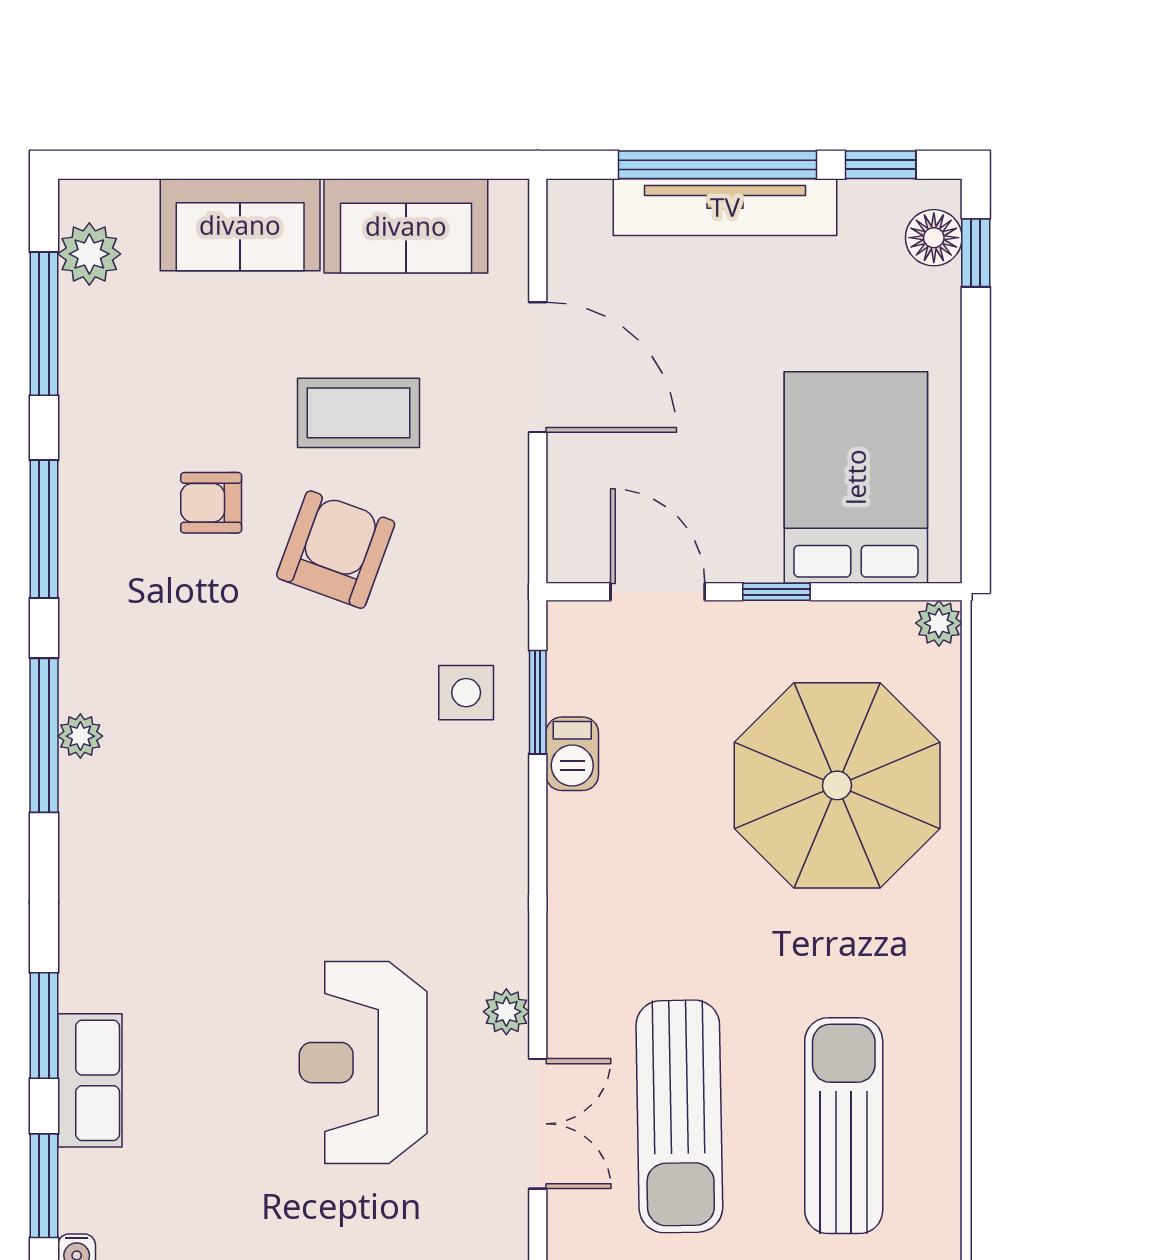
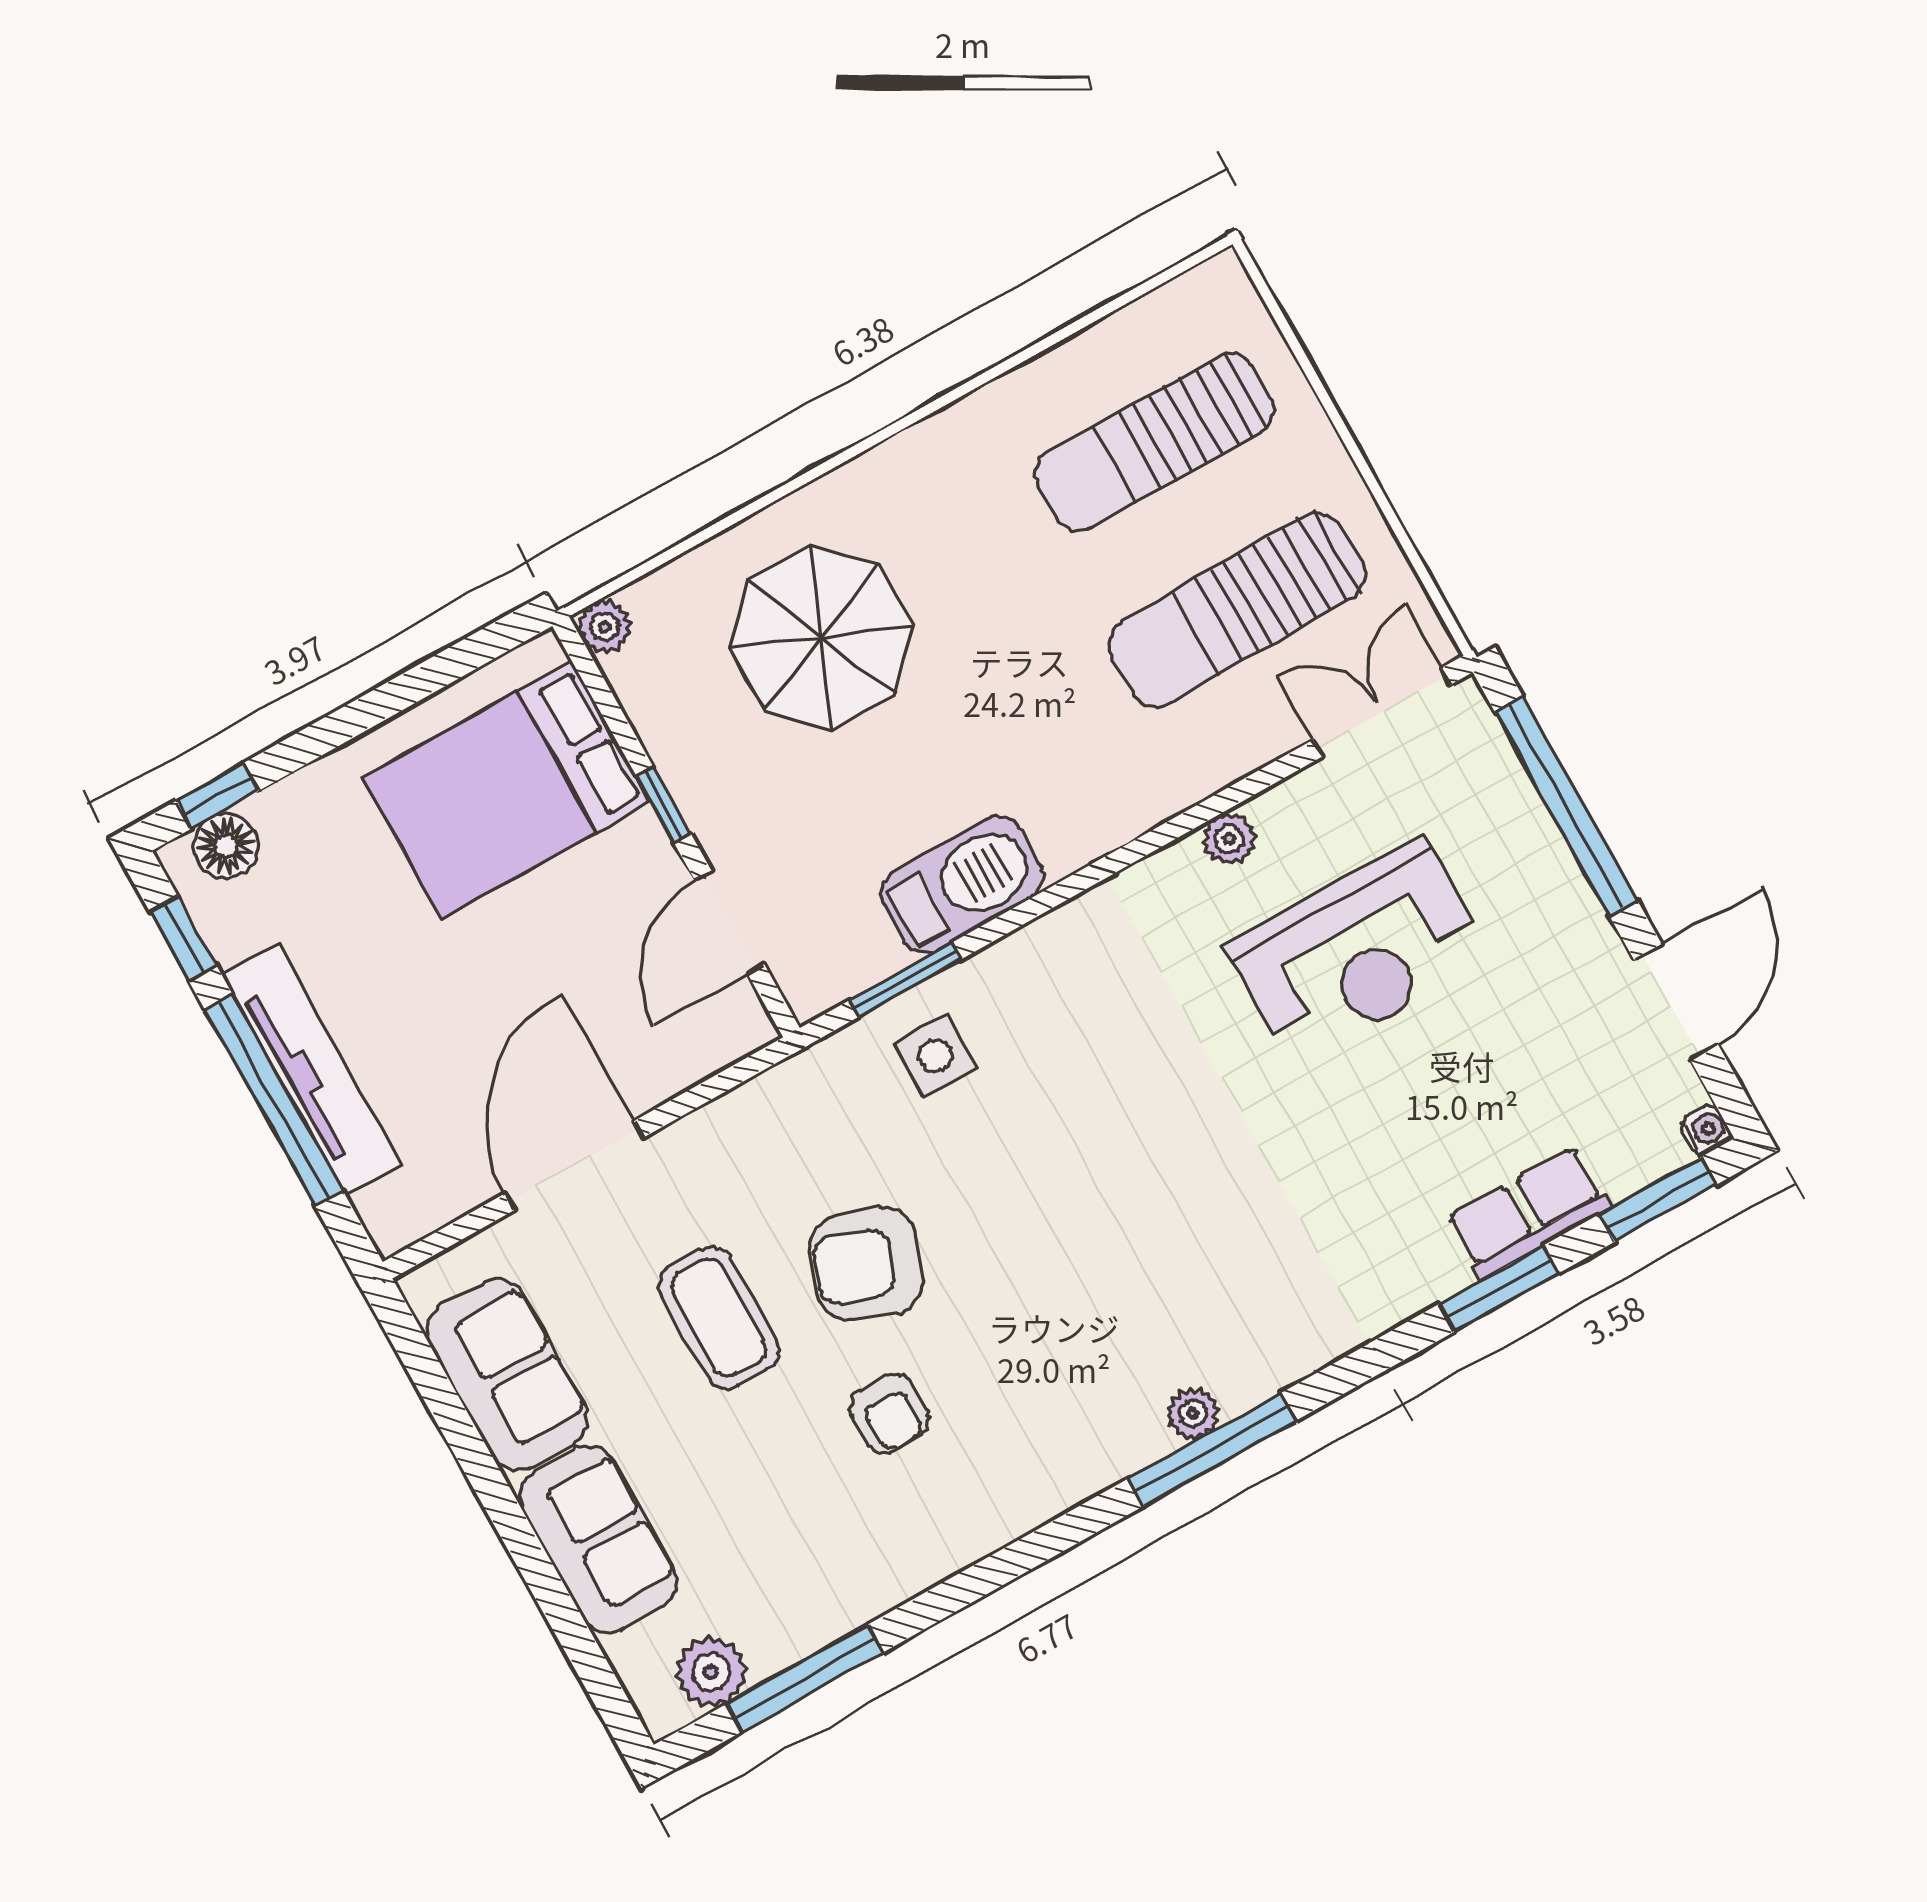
window: (44, 529) -> (1008, 1564), removed
barbecue: (572, 754) -> (962, 885), width x1.88, depth x1.53
parasol: (837, 785) -> (822, 637), width x0.73, depth x0.73
sun lounger: (679, 1116) -> (1237, 610), turned 180
double door: (538, 1124) -> (1382, 712), moved

